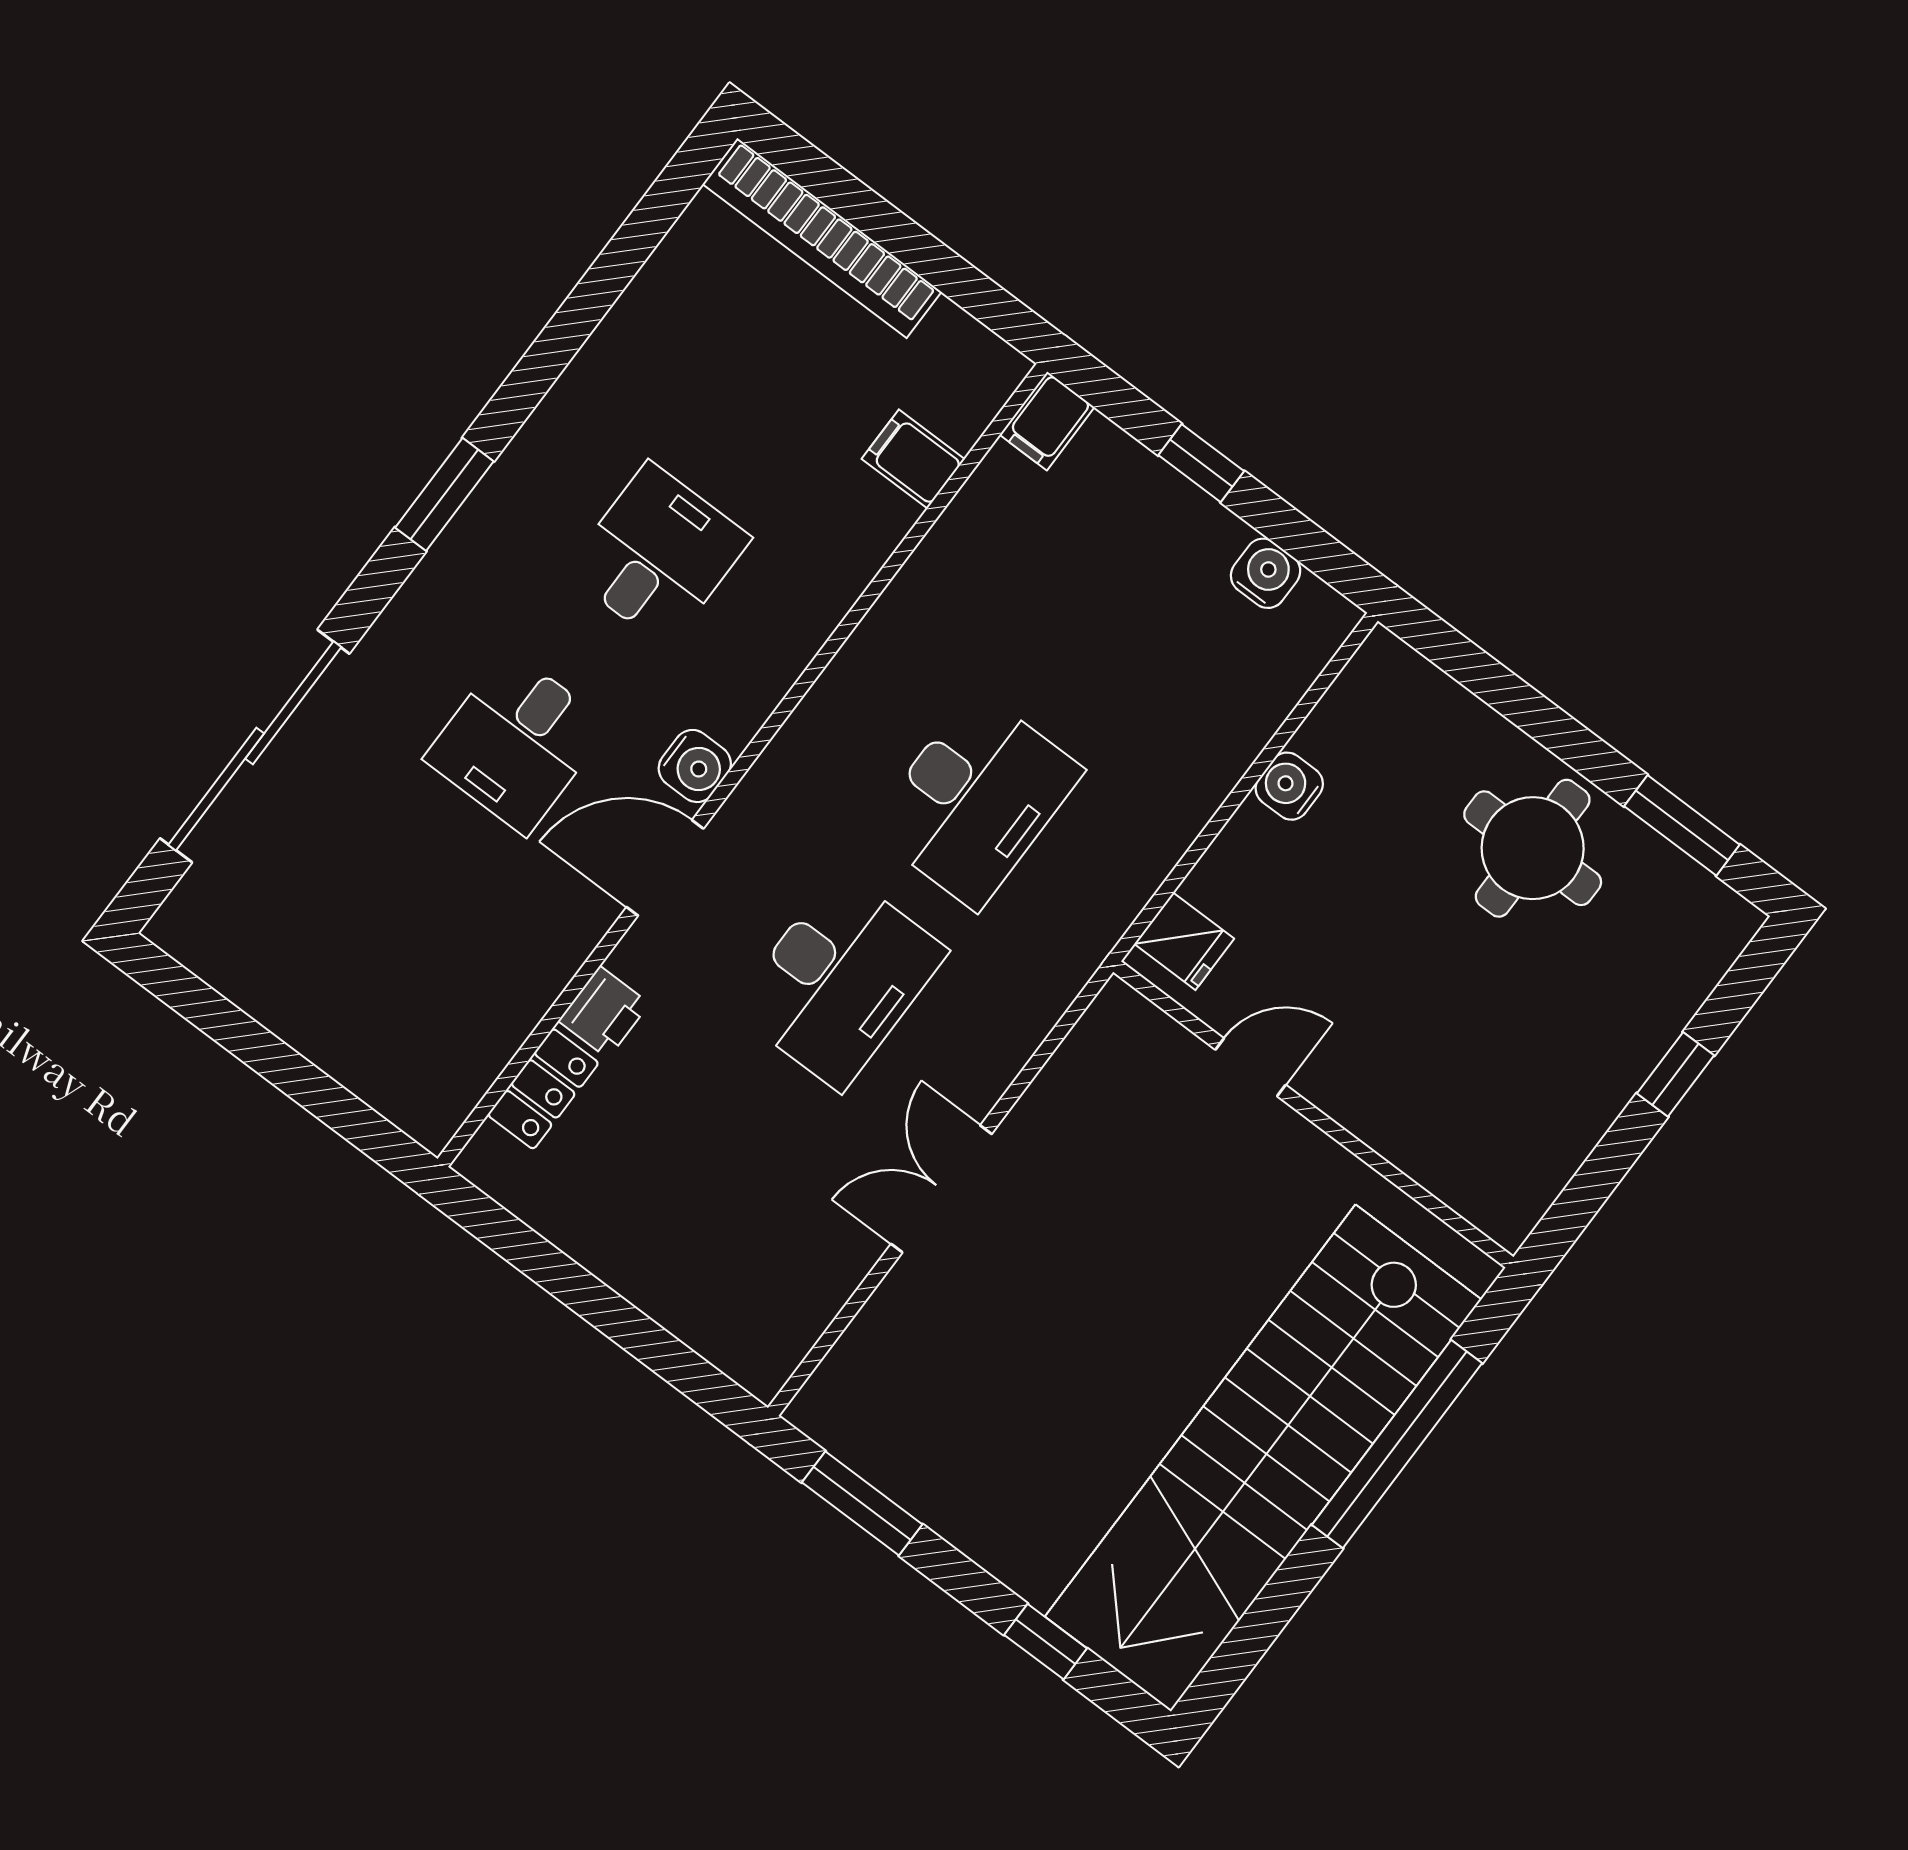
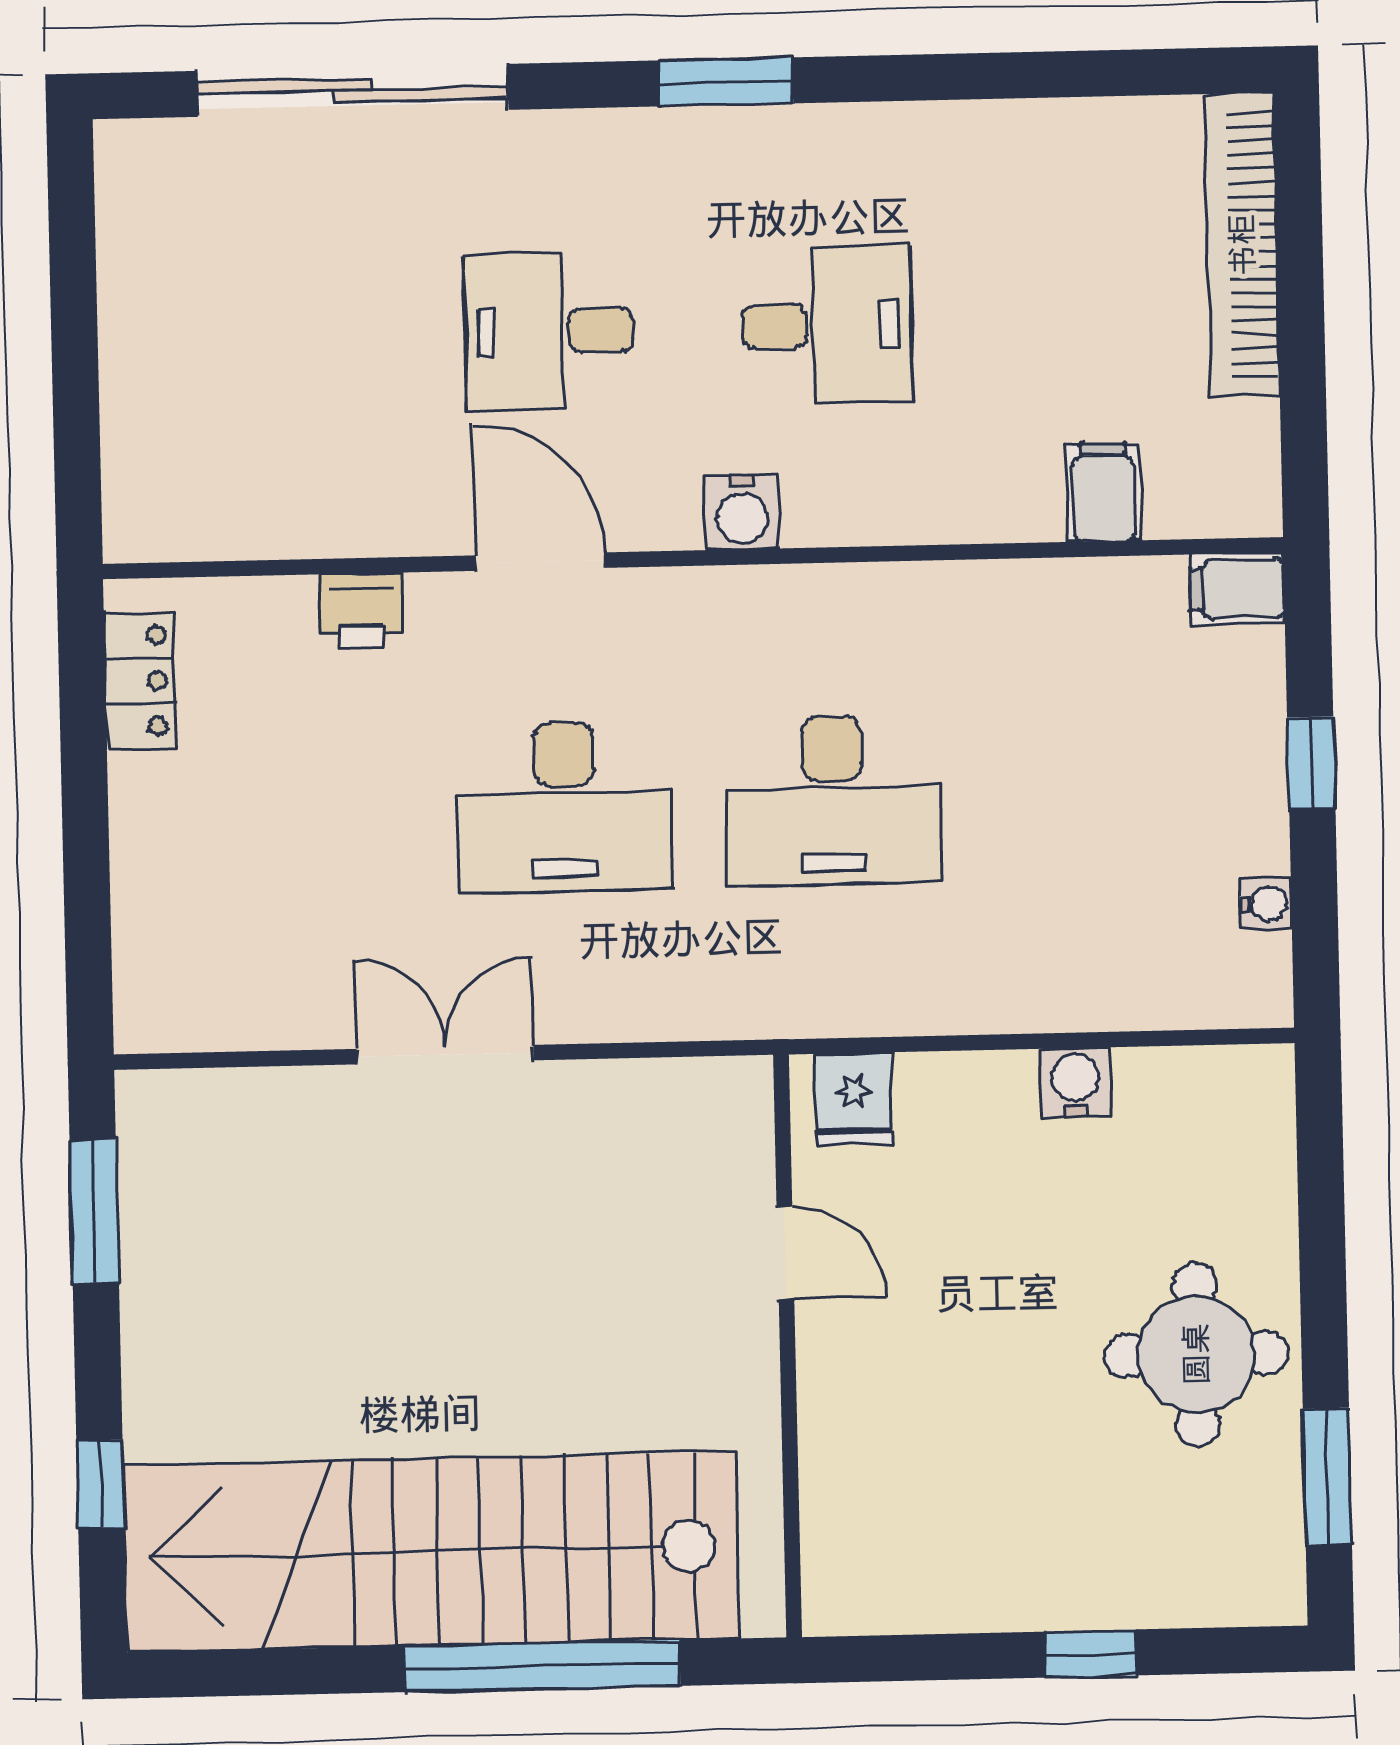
water cooler: (1266, 573) -> (1266, 904), width x0.72, depth x0.72
water cooler: (695, 766) -> (742, 513), moved
locker: (543, 1089) -> (140, 681), moved, turned -90

